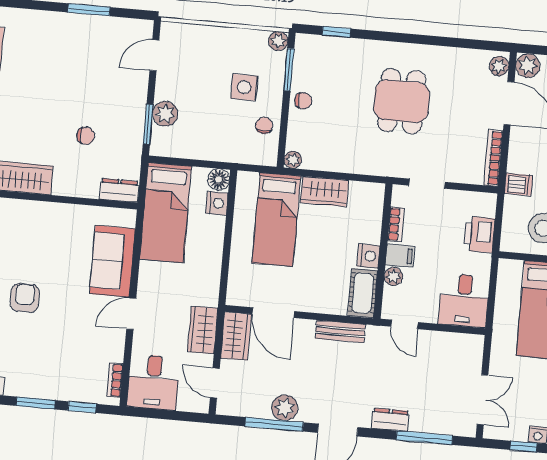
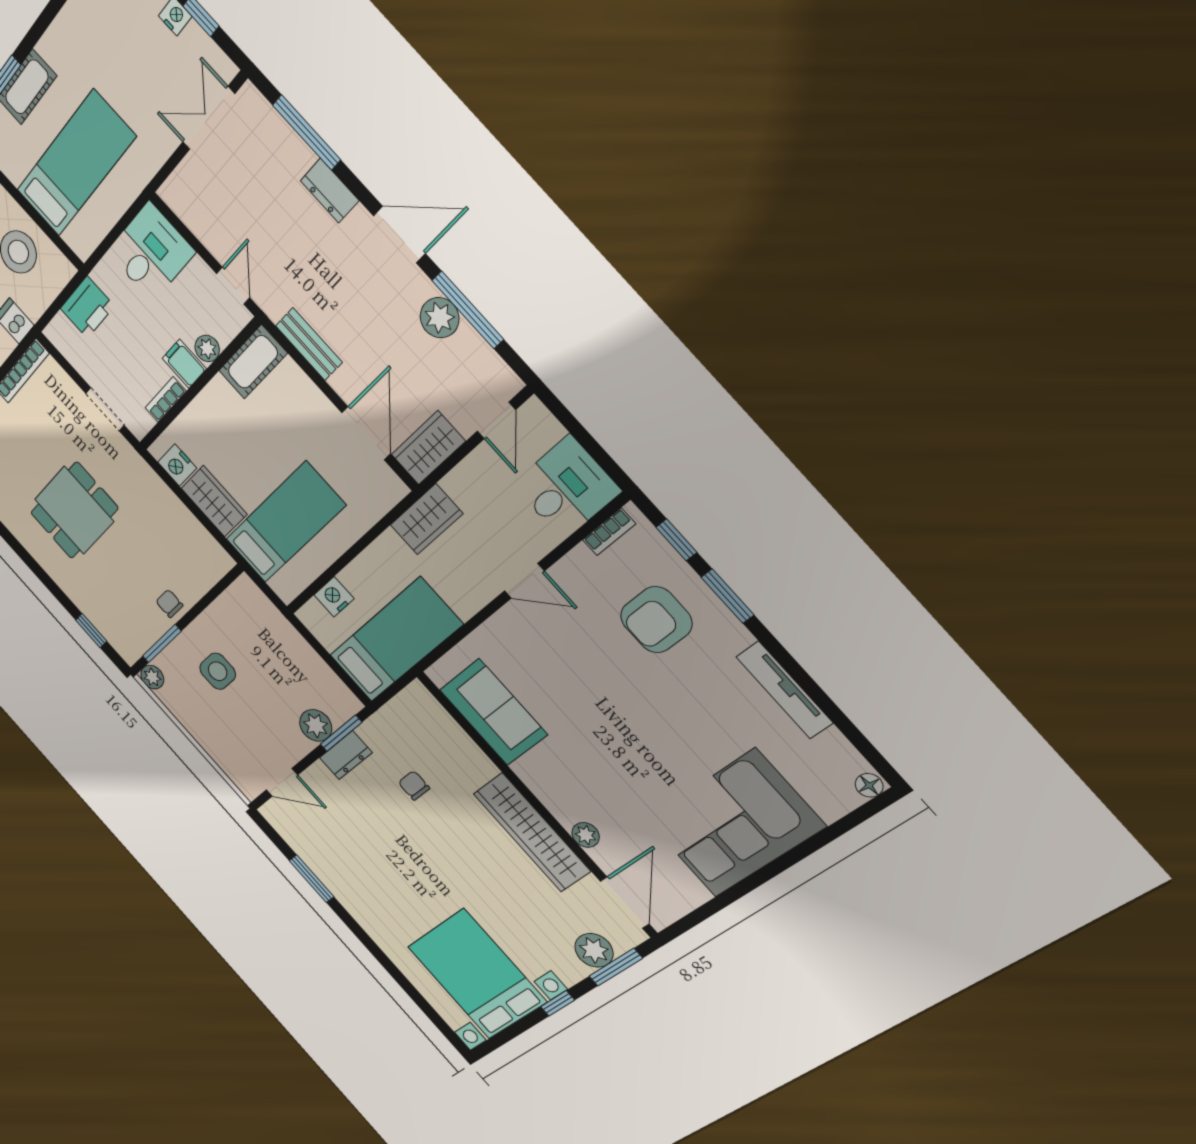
chair: (264, 125) -> (226, 620), removed
plant: (293, 160) -> (222, 562), removed
floor lamp: (219, 179) -> (313, 617), removed
dresser: (119, 190) -> (346, 755), moved, turned -90
nightstand: (368, 256) -> (177, 465), moved, turned -90
sofa: (112, 261) -> (493, 712), moved, turned -90
armchair: (25, 298) -> (656, 620), moved, width x1.38, depth x1.38
wardrobe: (203, 330) -> (426, 519), moved

